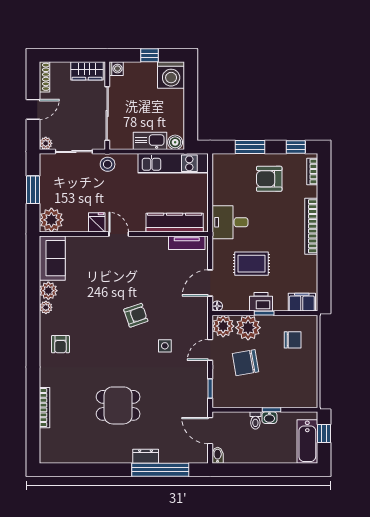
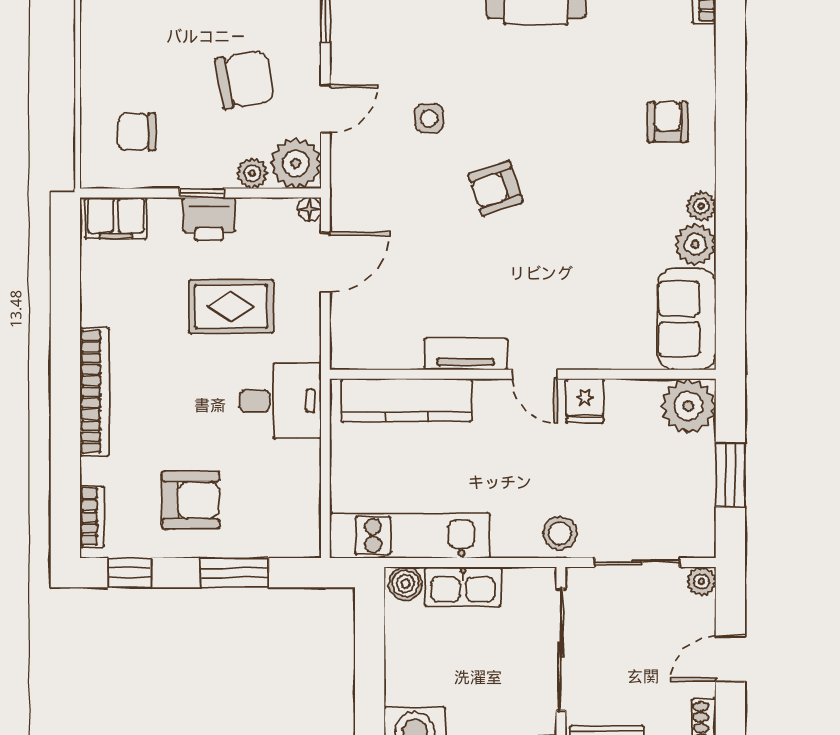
tv unit: (187, 243) -> (466, 354), moved
plant: (248, 328) -> (252, 173), width x0.53, depth x0.53

